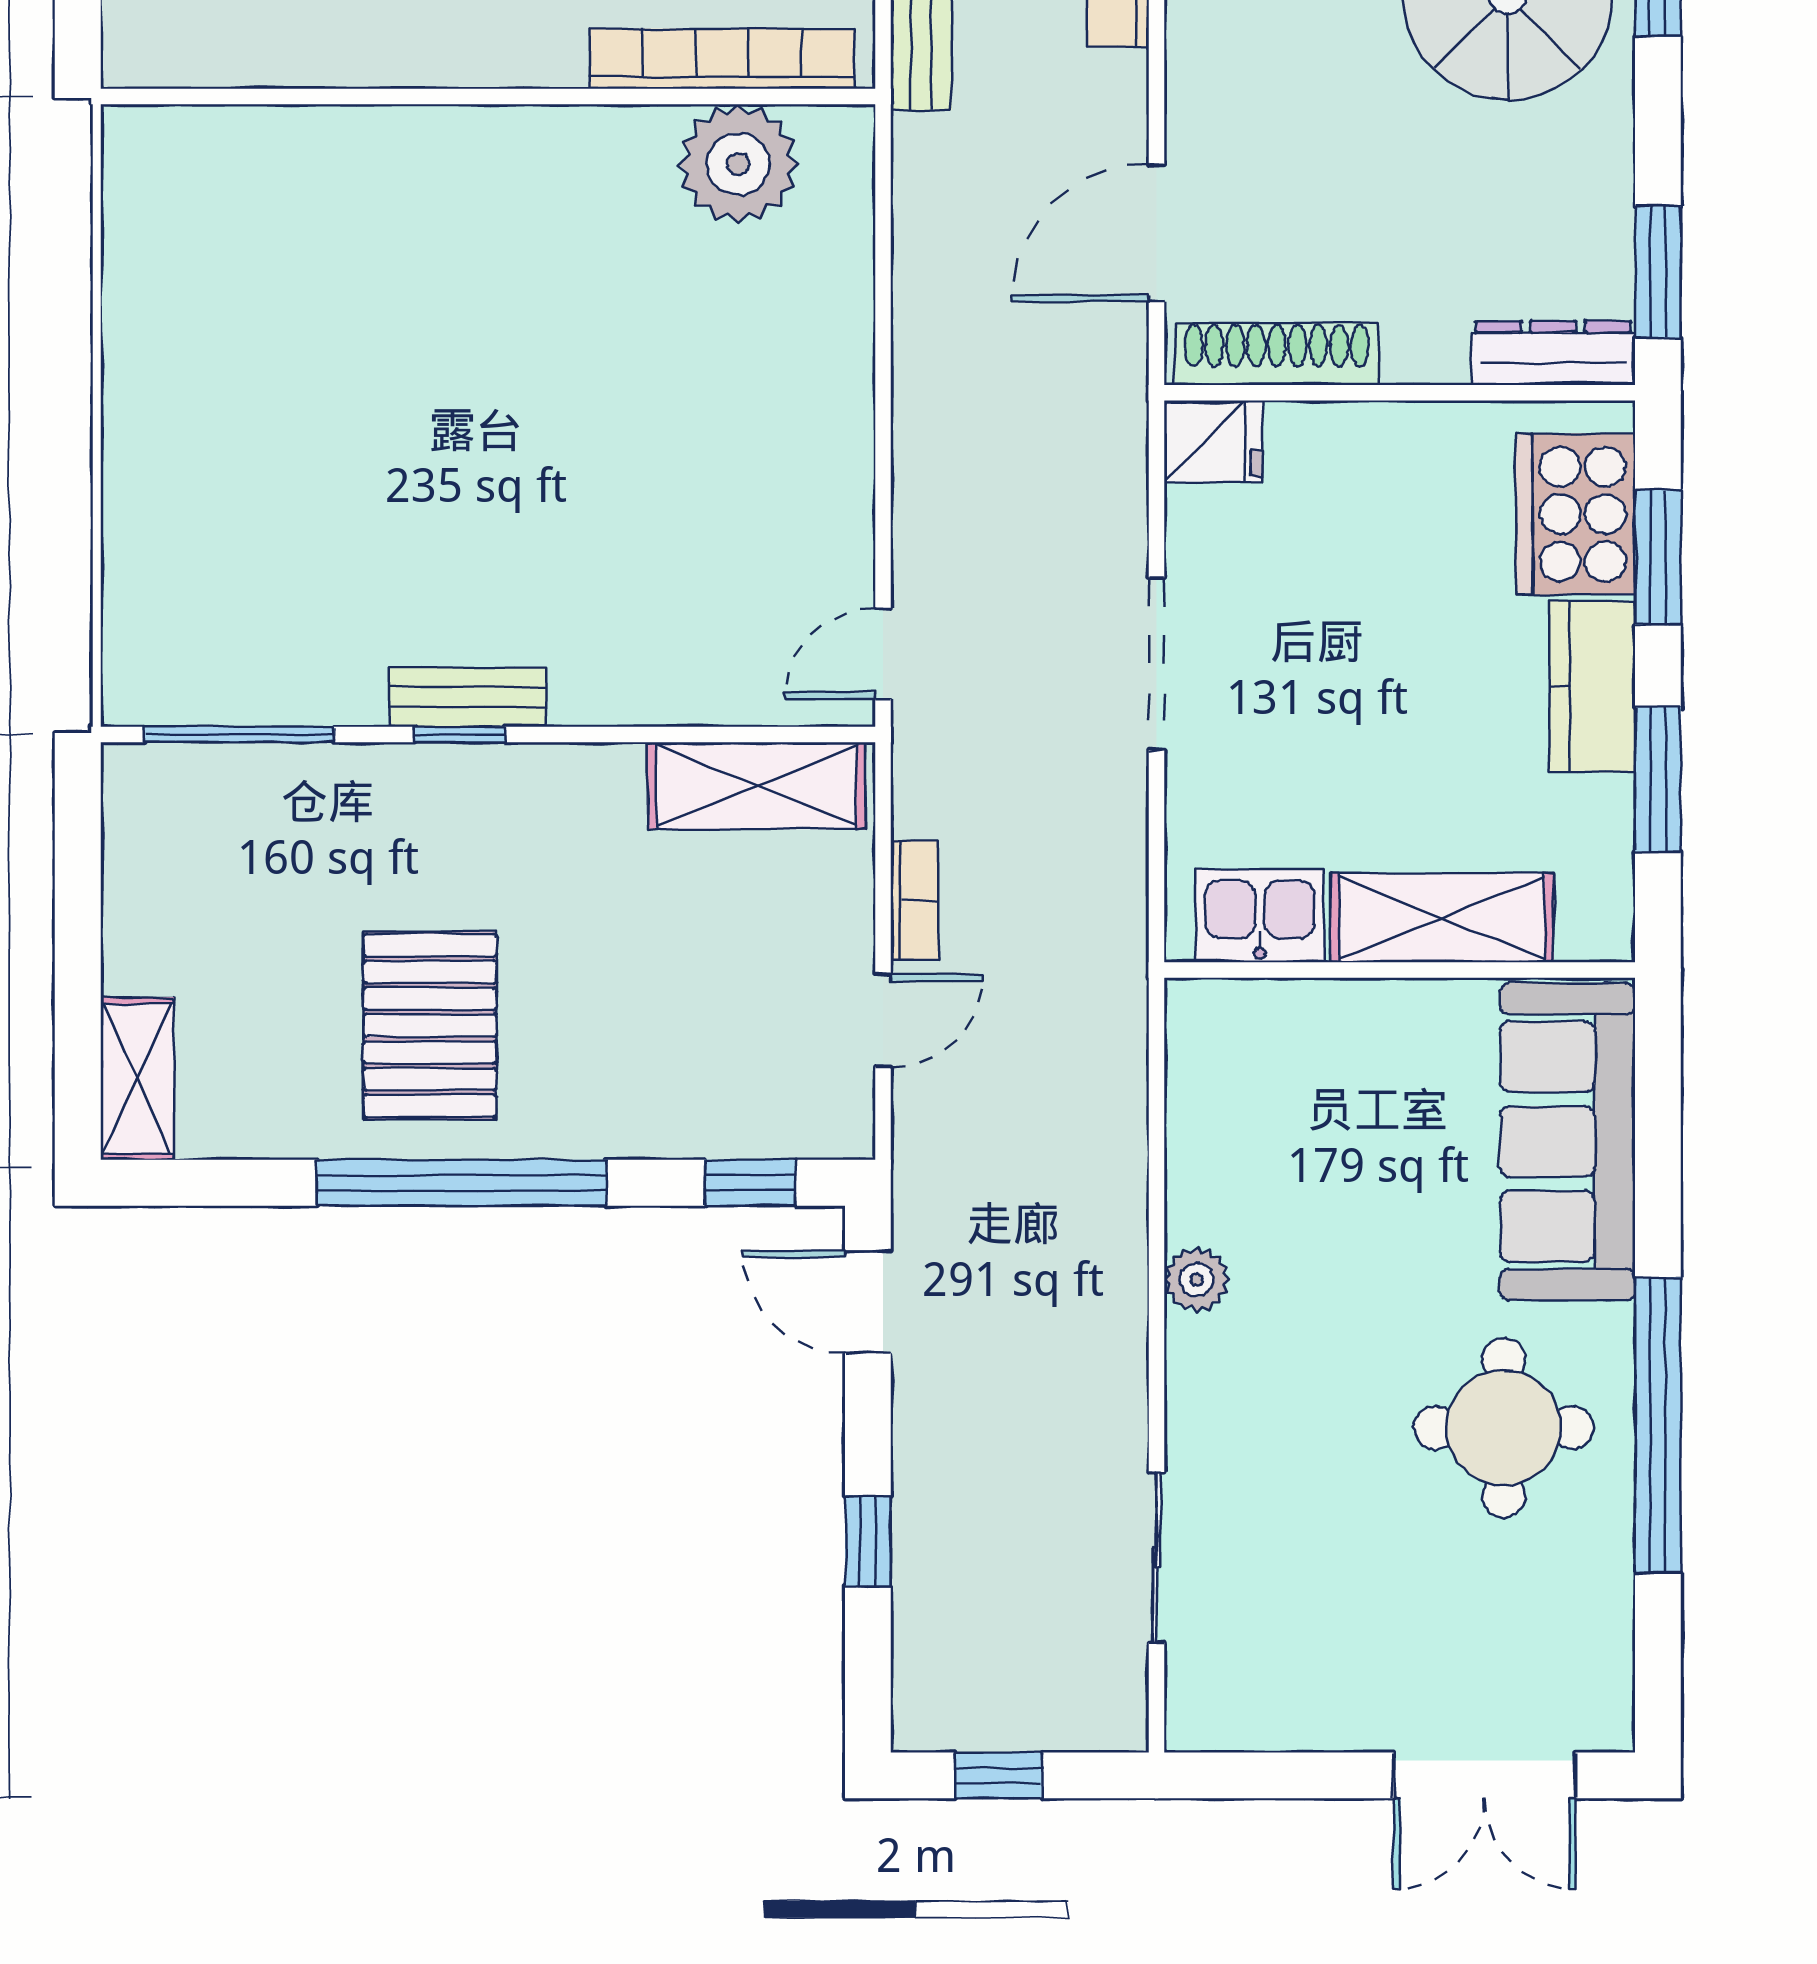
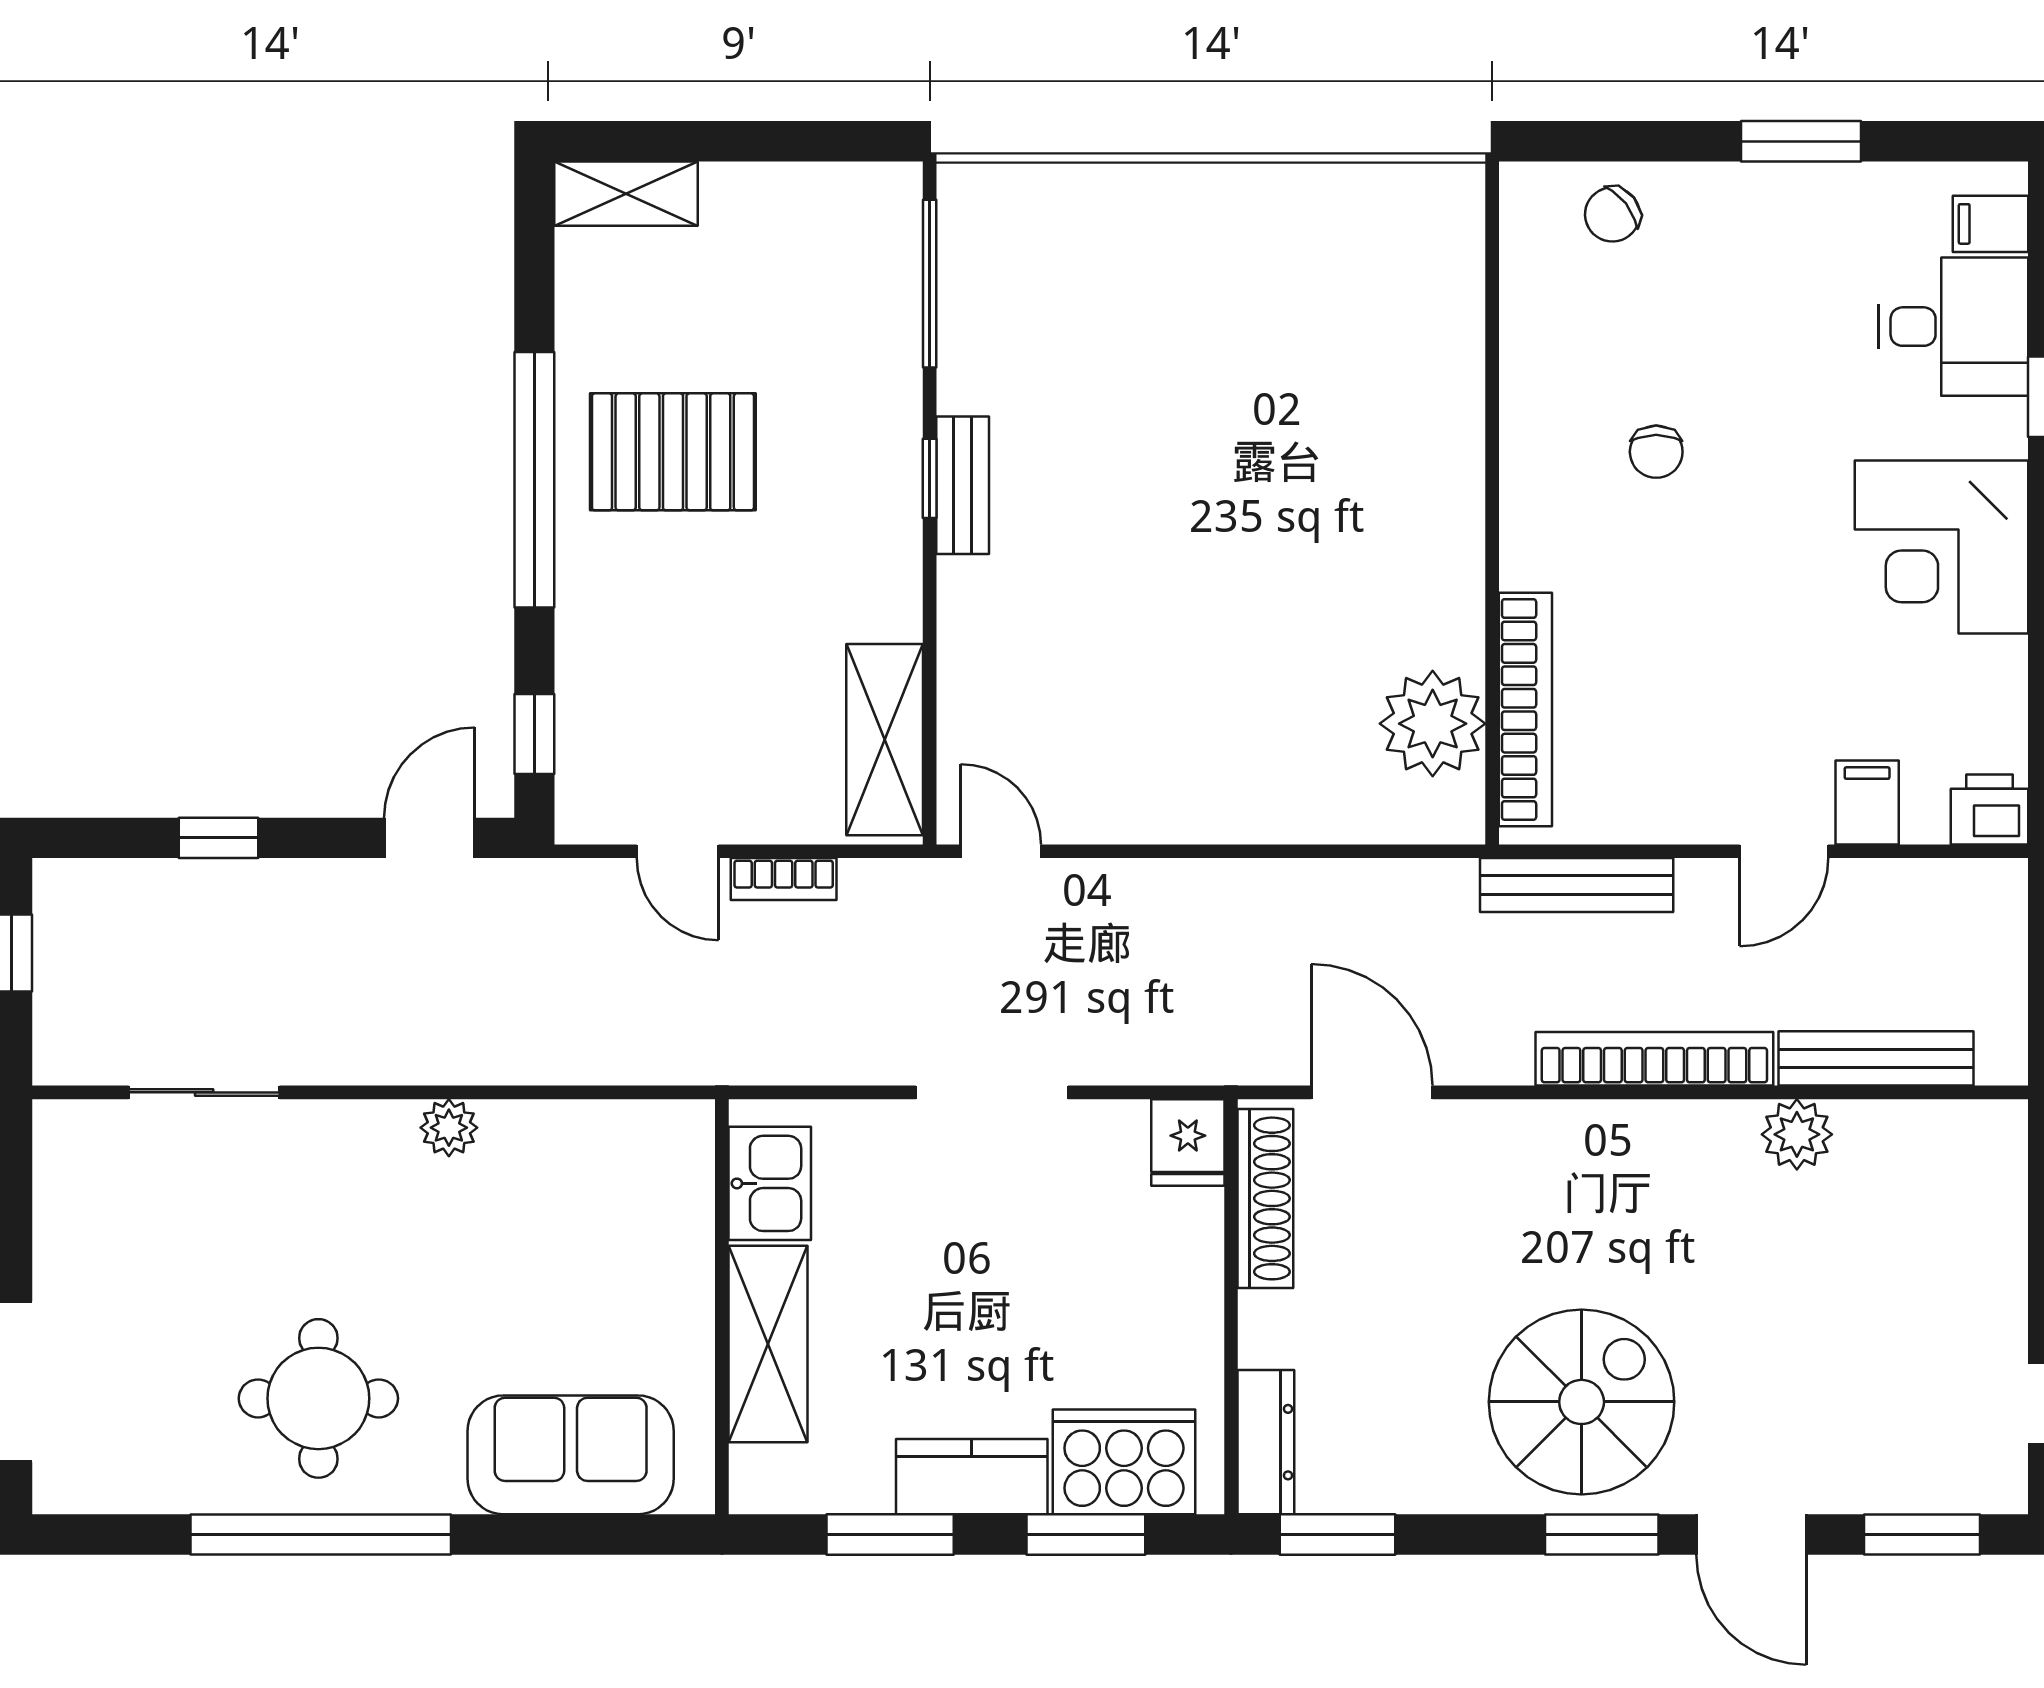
sofa: (1568, 1142) -> (571, 1455), width x0.73

